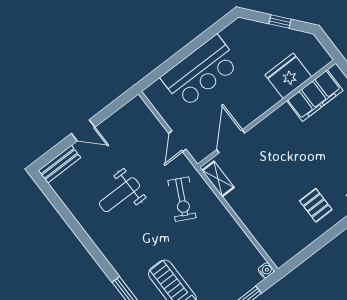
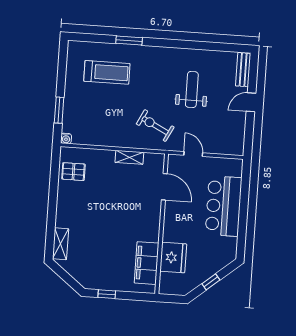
shelving: (218, 179) -> (129, 157), moved
pallet: (316, 205) -> (73, 172), moved

